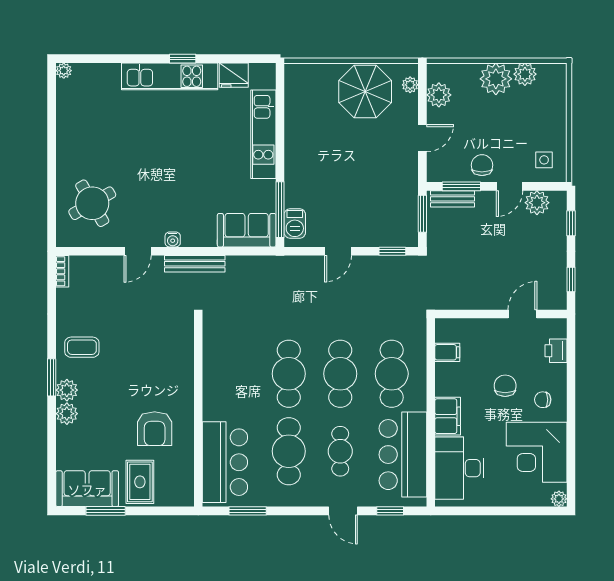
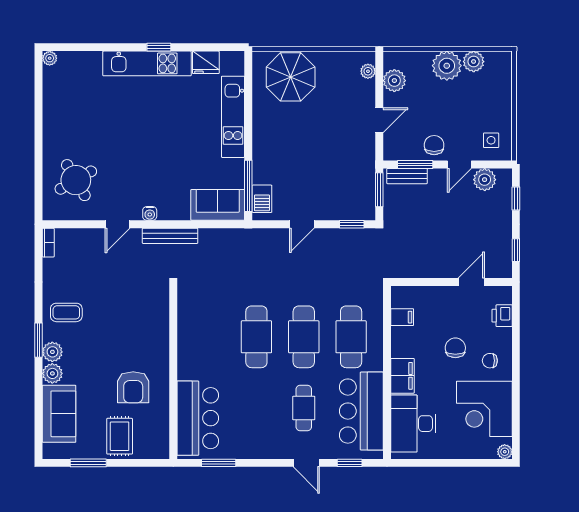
parasol: (365, 91) -> (291, 77), moved
cafe table: (289, 451) -> (256, 408), removed
sofa: (87, 489) -> (59, 414), moved, turned 90

